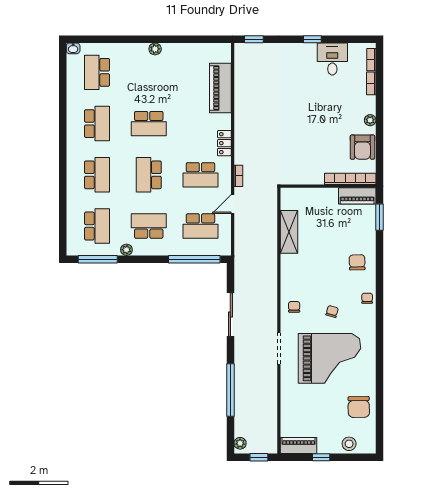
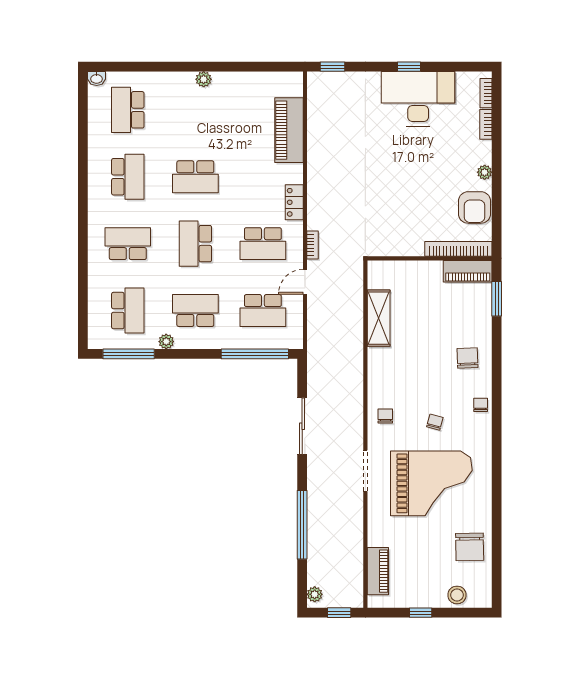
desk: (332, 59) -> (418, 99), width x1.87, depth x1.30
school desk: (97, 175) -> (128, 244), turned -90
piano: (299, 446) -> (378, 571), moved, turned 90

